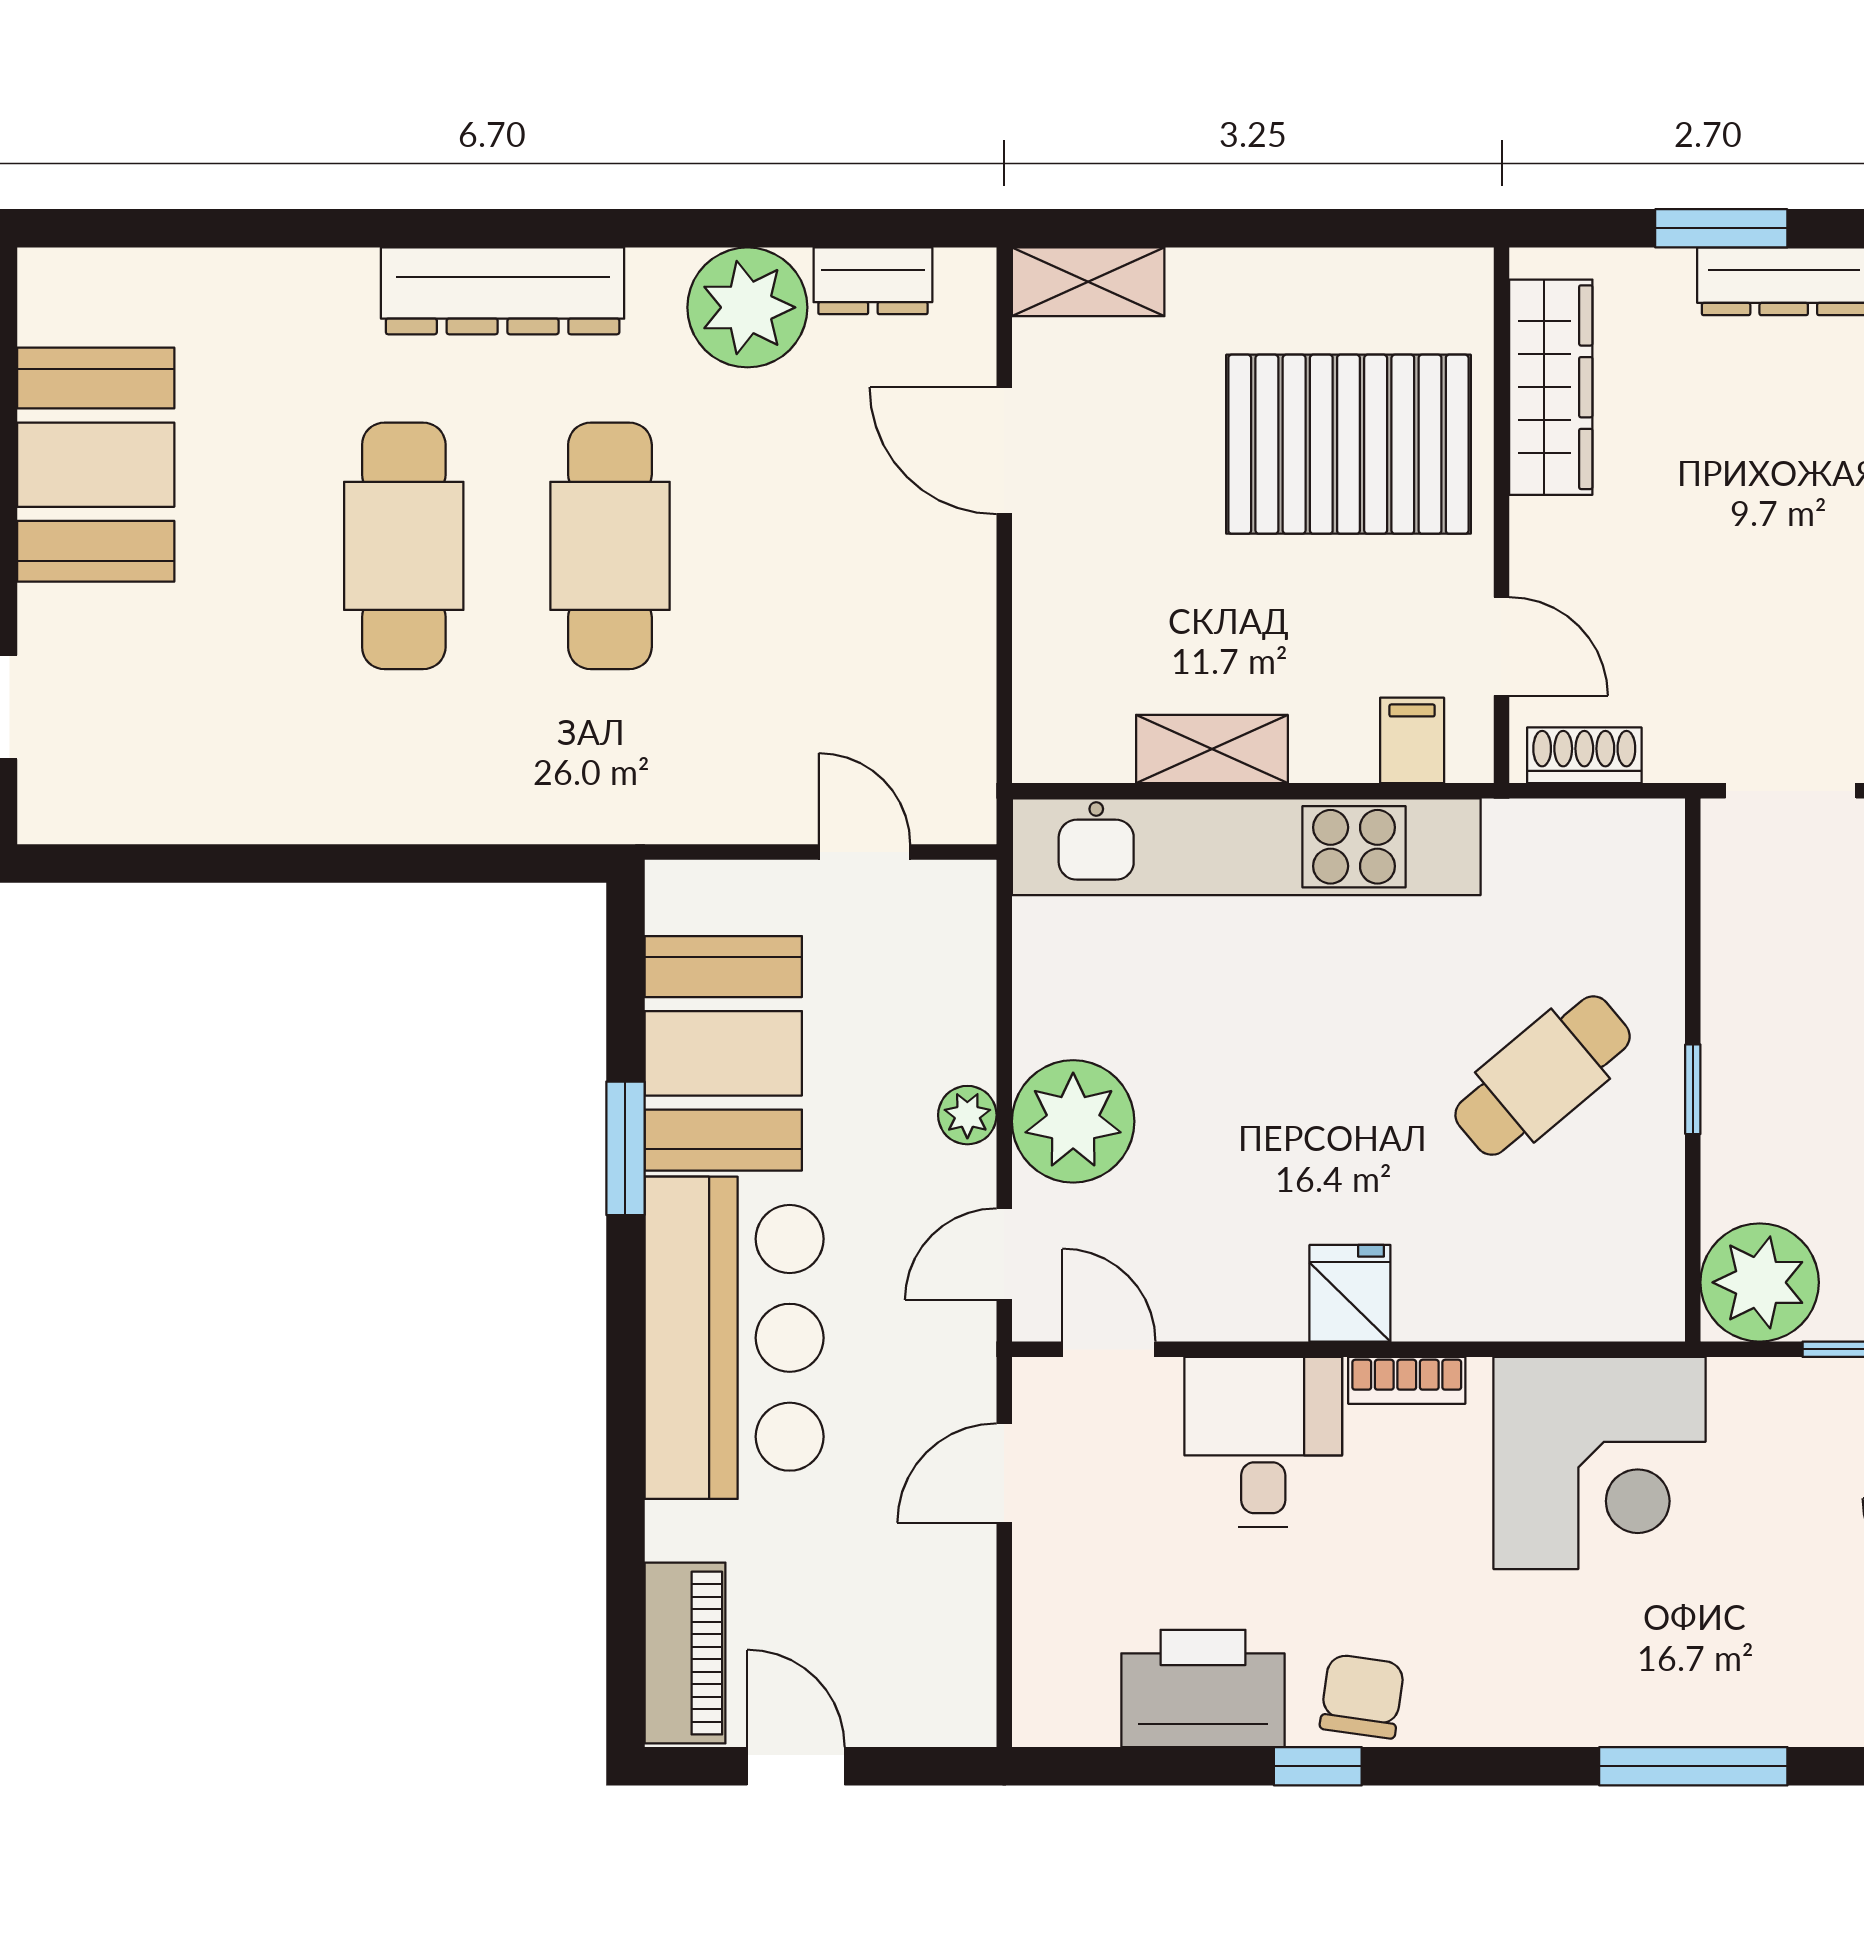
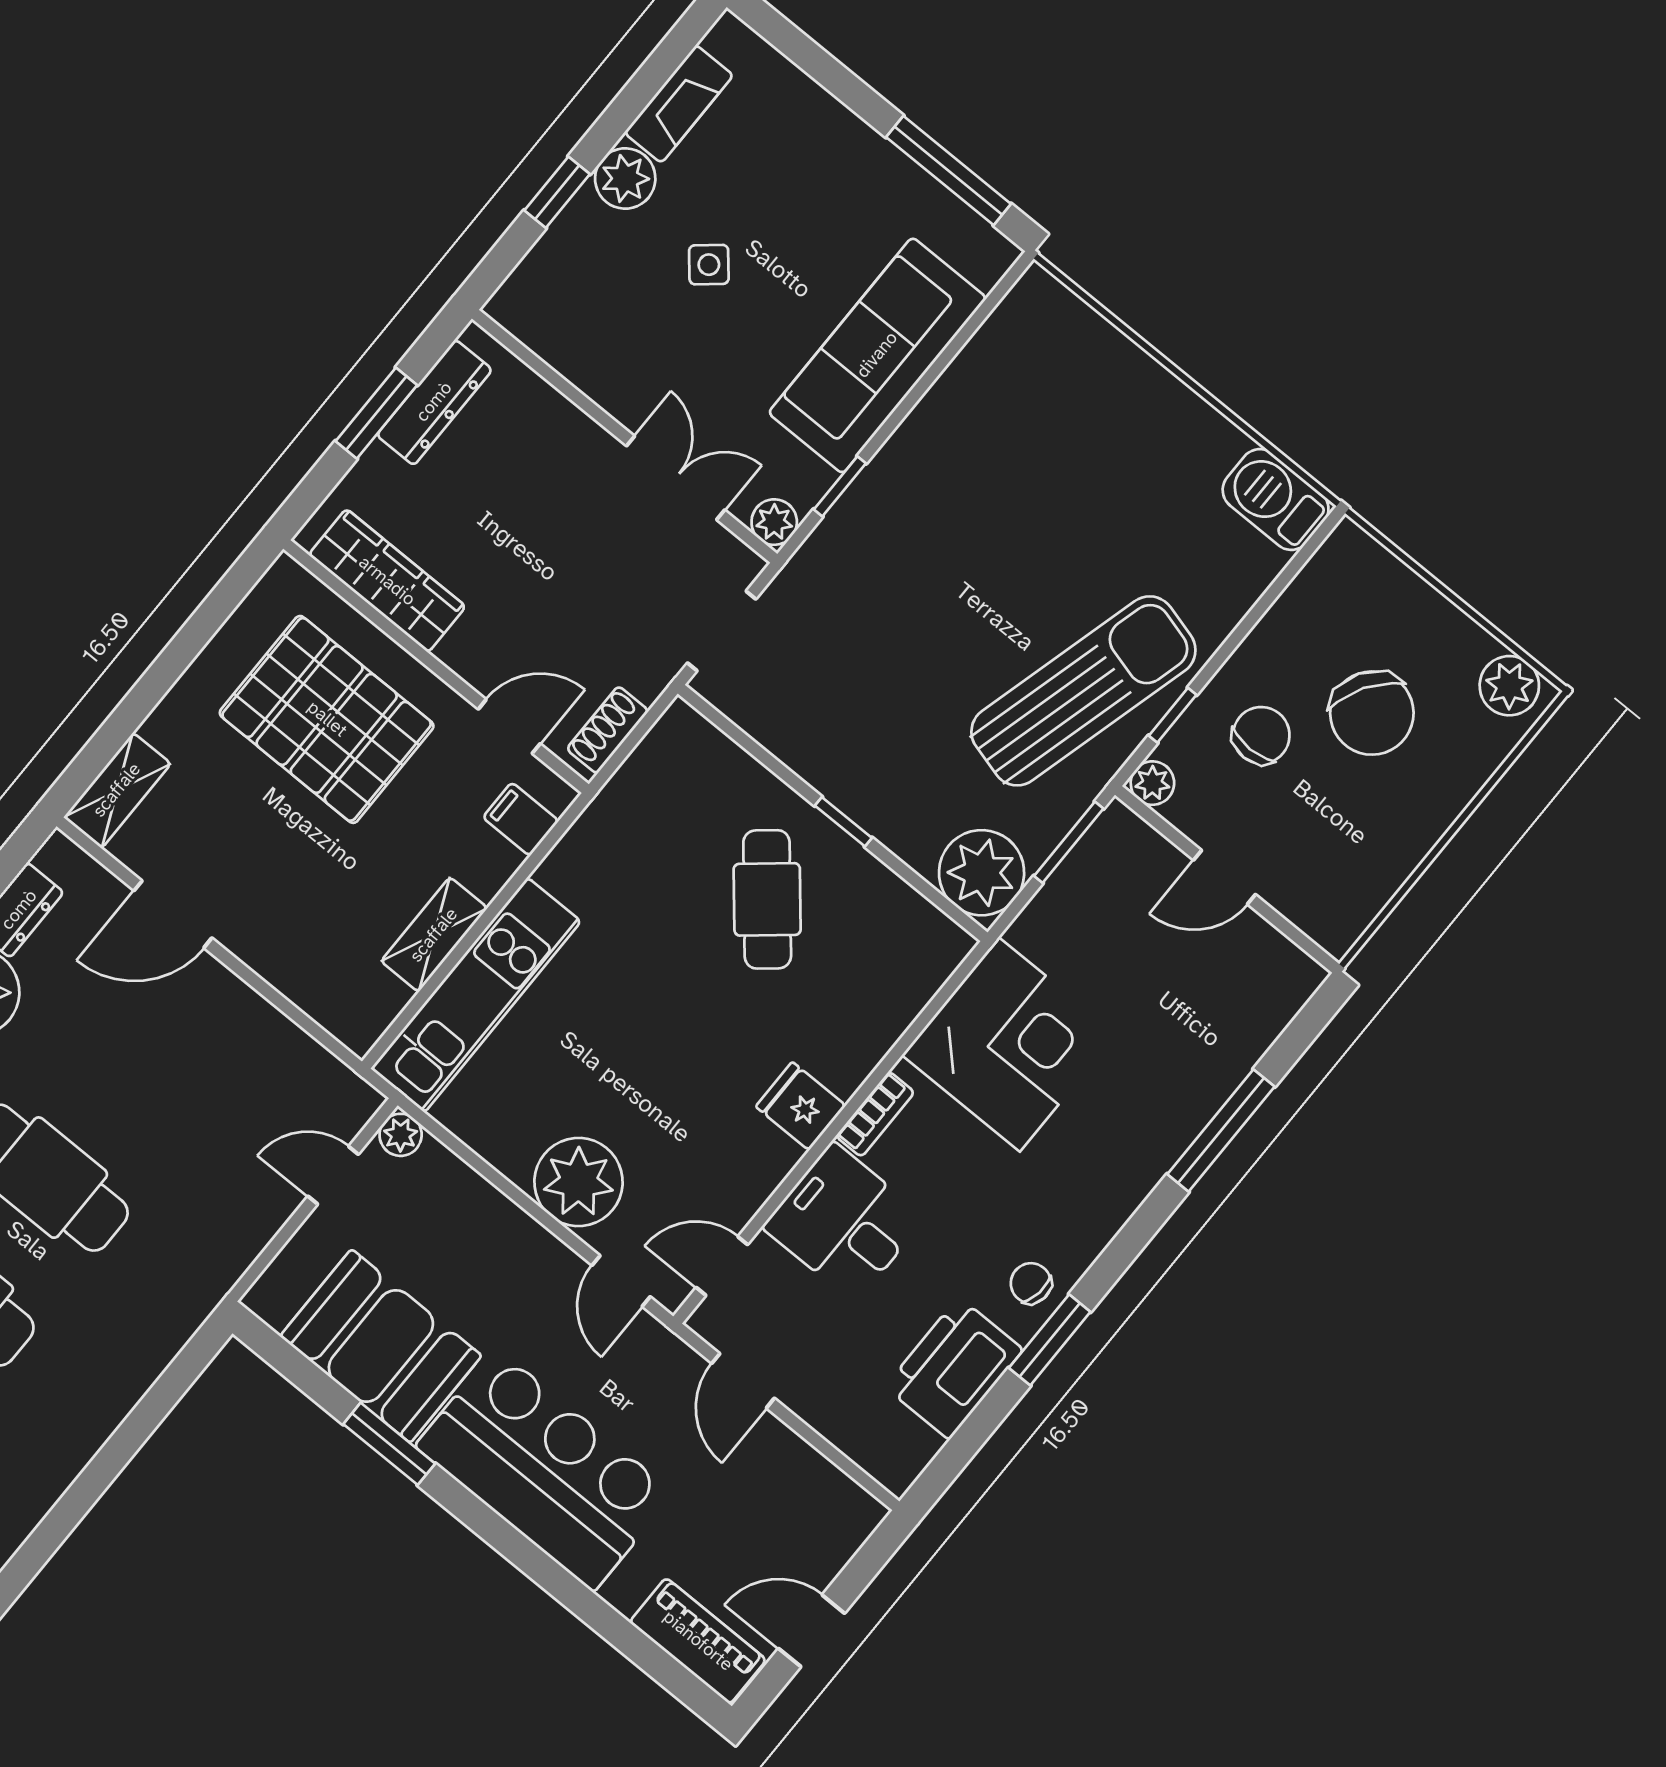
pallet: (1348, 444) -> (327, 719), turned 90
kitchen unit: (1246, 847) -> (476, 995), width x0.73
plant: (967, 1115) -> (401, 1135), moved
chair: (1362, 1696) -> (1031, 1283), width x0.73, depth x0.73
window: (1318, 1766) -> (1050, 1340), width x1.50

